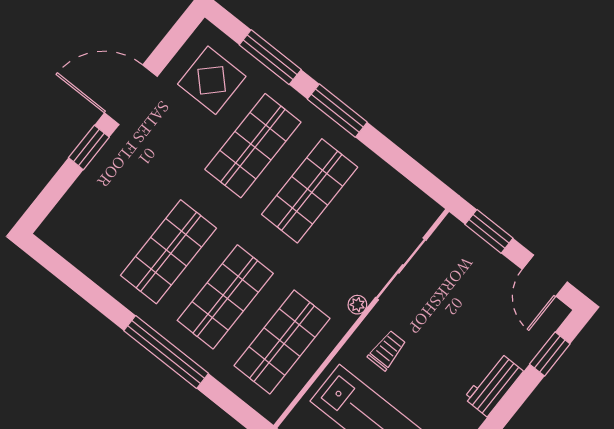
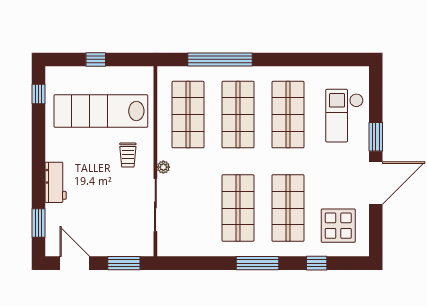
window: (270, 57) -> (317, 263), width x0.46
checkout: (105, 200) -> (344, 116), added
window: (166, 352) -> (220, 59), moved

